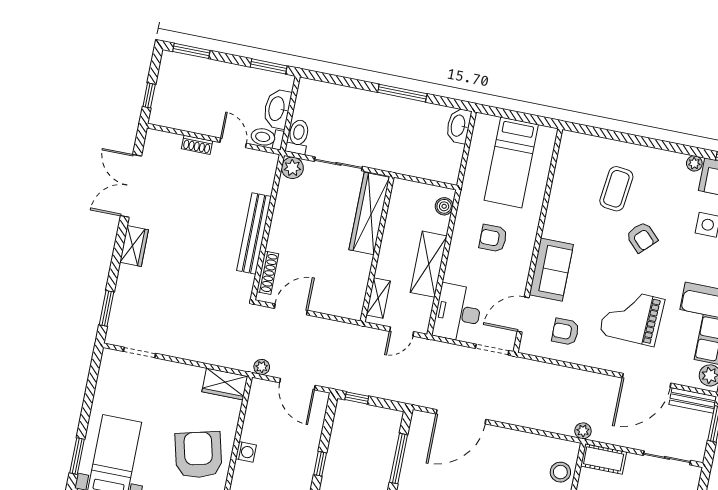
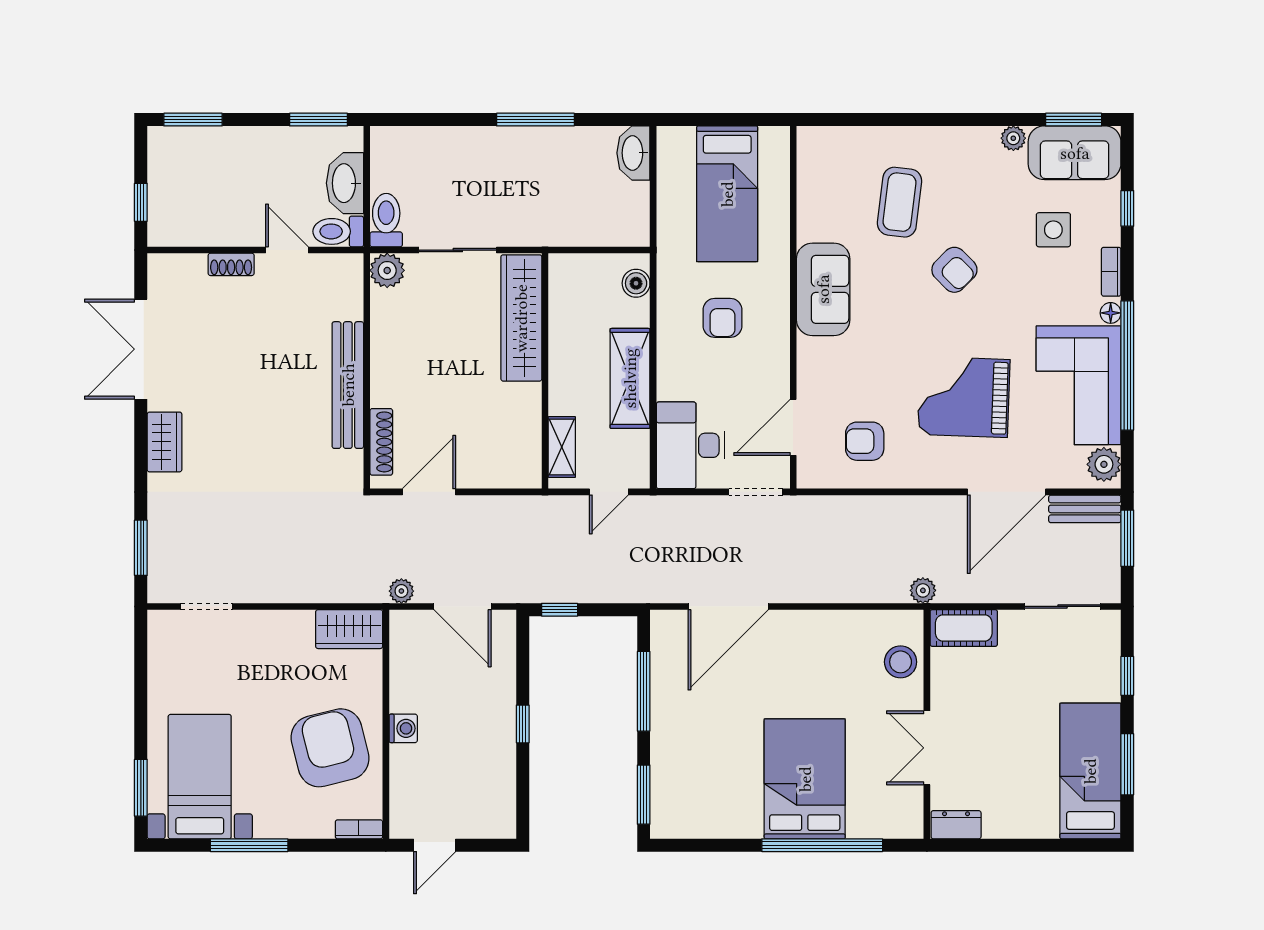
armchair: (493, 238) -> (722, 318), turned -90
sofa: (551, 270) -> (823, 289), moved

